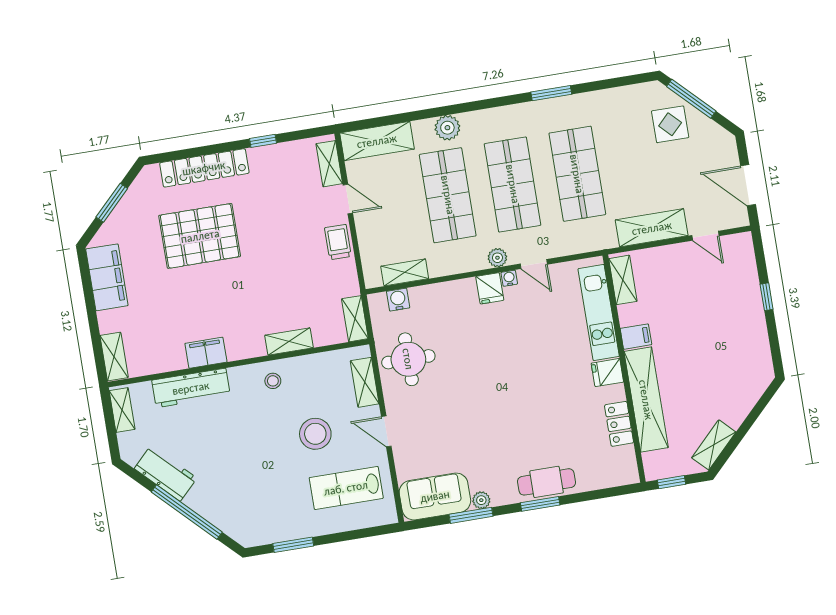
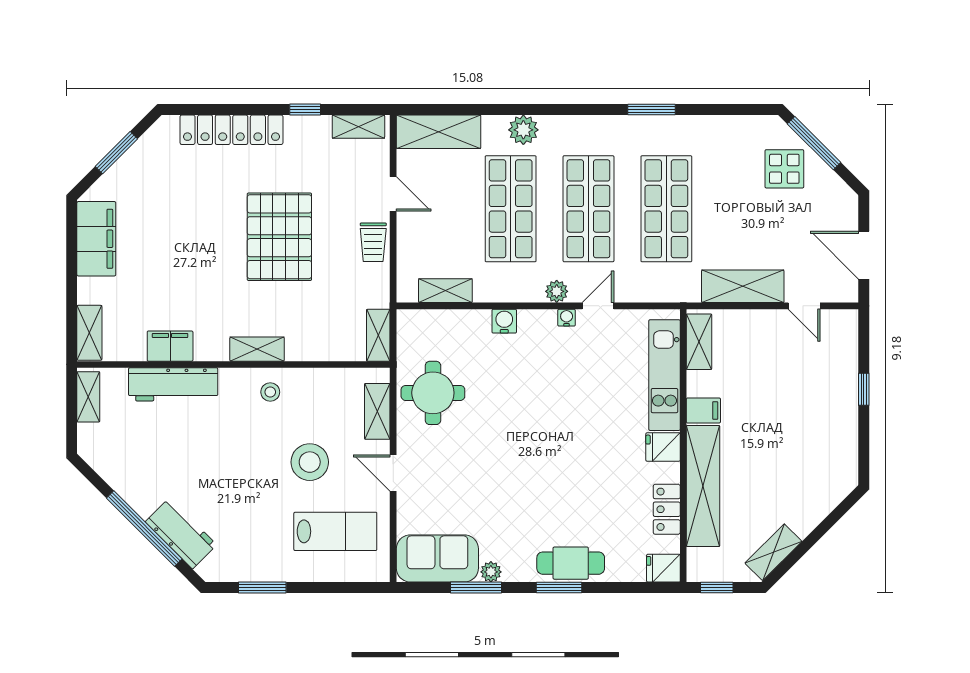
shelving: (329, 164) -> (358, 127), moved, turned 90
pallet: (200, 236) -> (279, 237), moved, turned 90
trolley: (338, 242) -> (373, 242), turned 180
door: (534, 264) -> (598, 306), swing flipped
fridge: (490, 288) -> (663, 568), moved, turned 90
water cooler: (398, 300) -> (504, 321), moved
shelving: (289, 342) -> (257, 349), moved
filing cabinet: (206, 353) -> (170, 346), moved
workbench: (166, 473) -> (181, 533), moved
lab bench: (346, 488) -> (335, 531), turned 180

